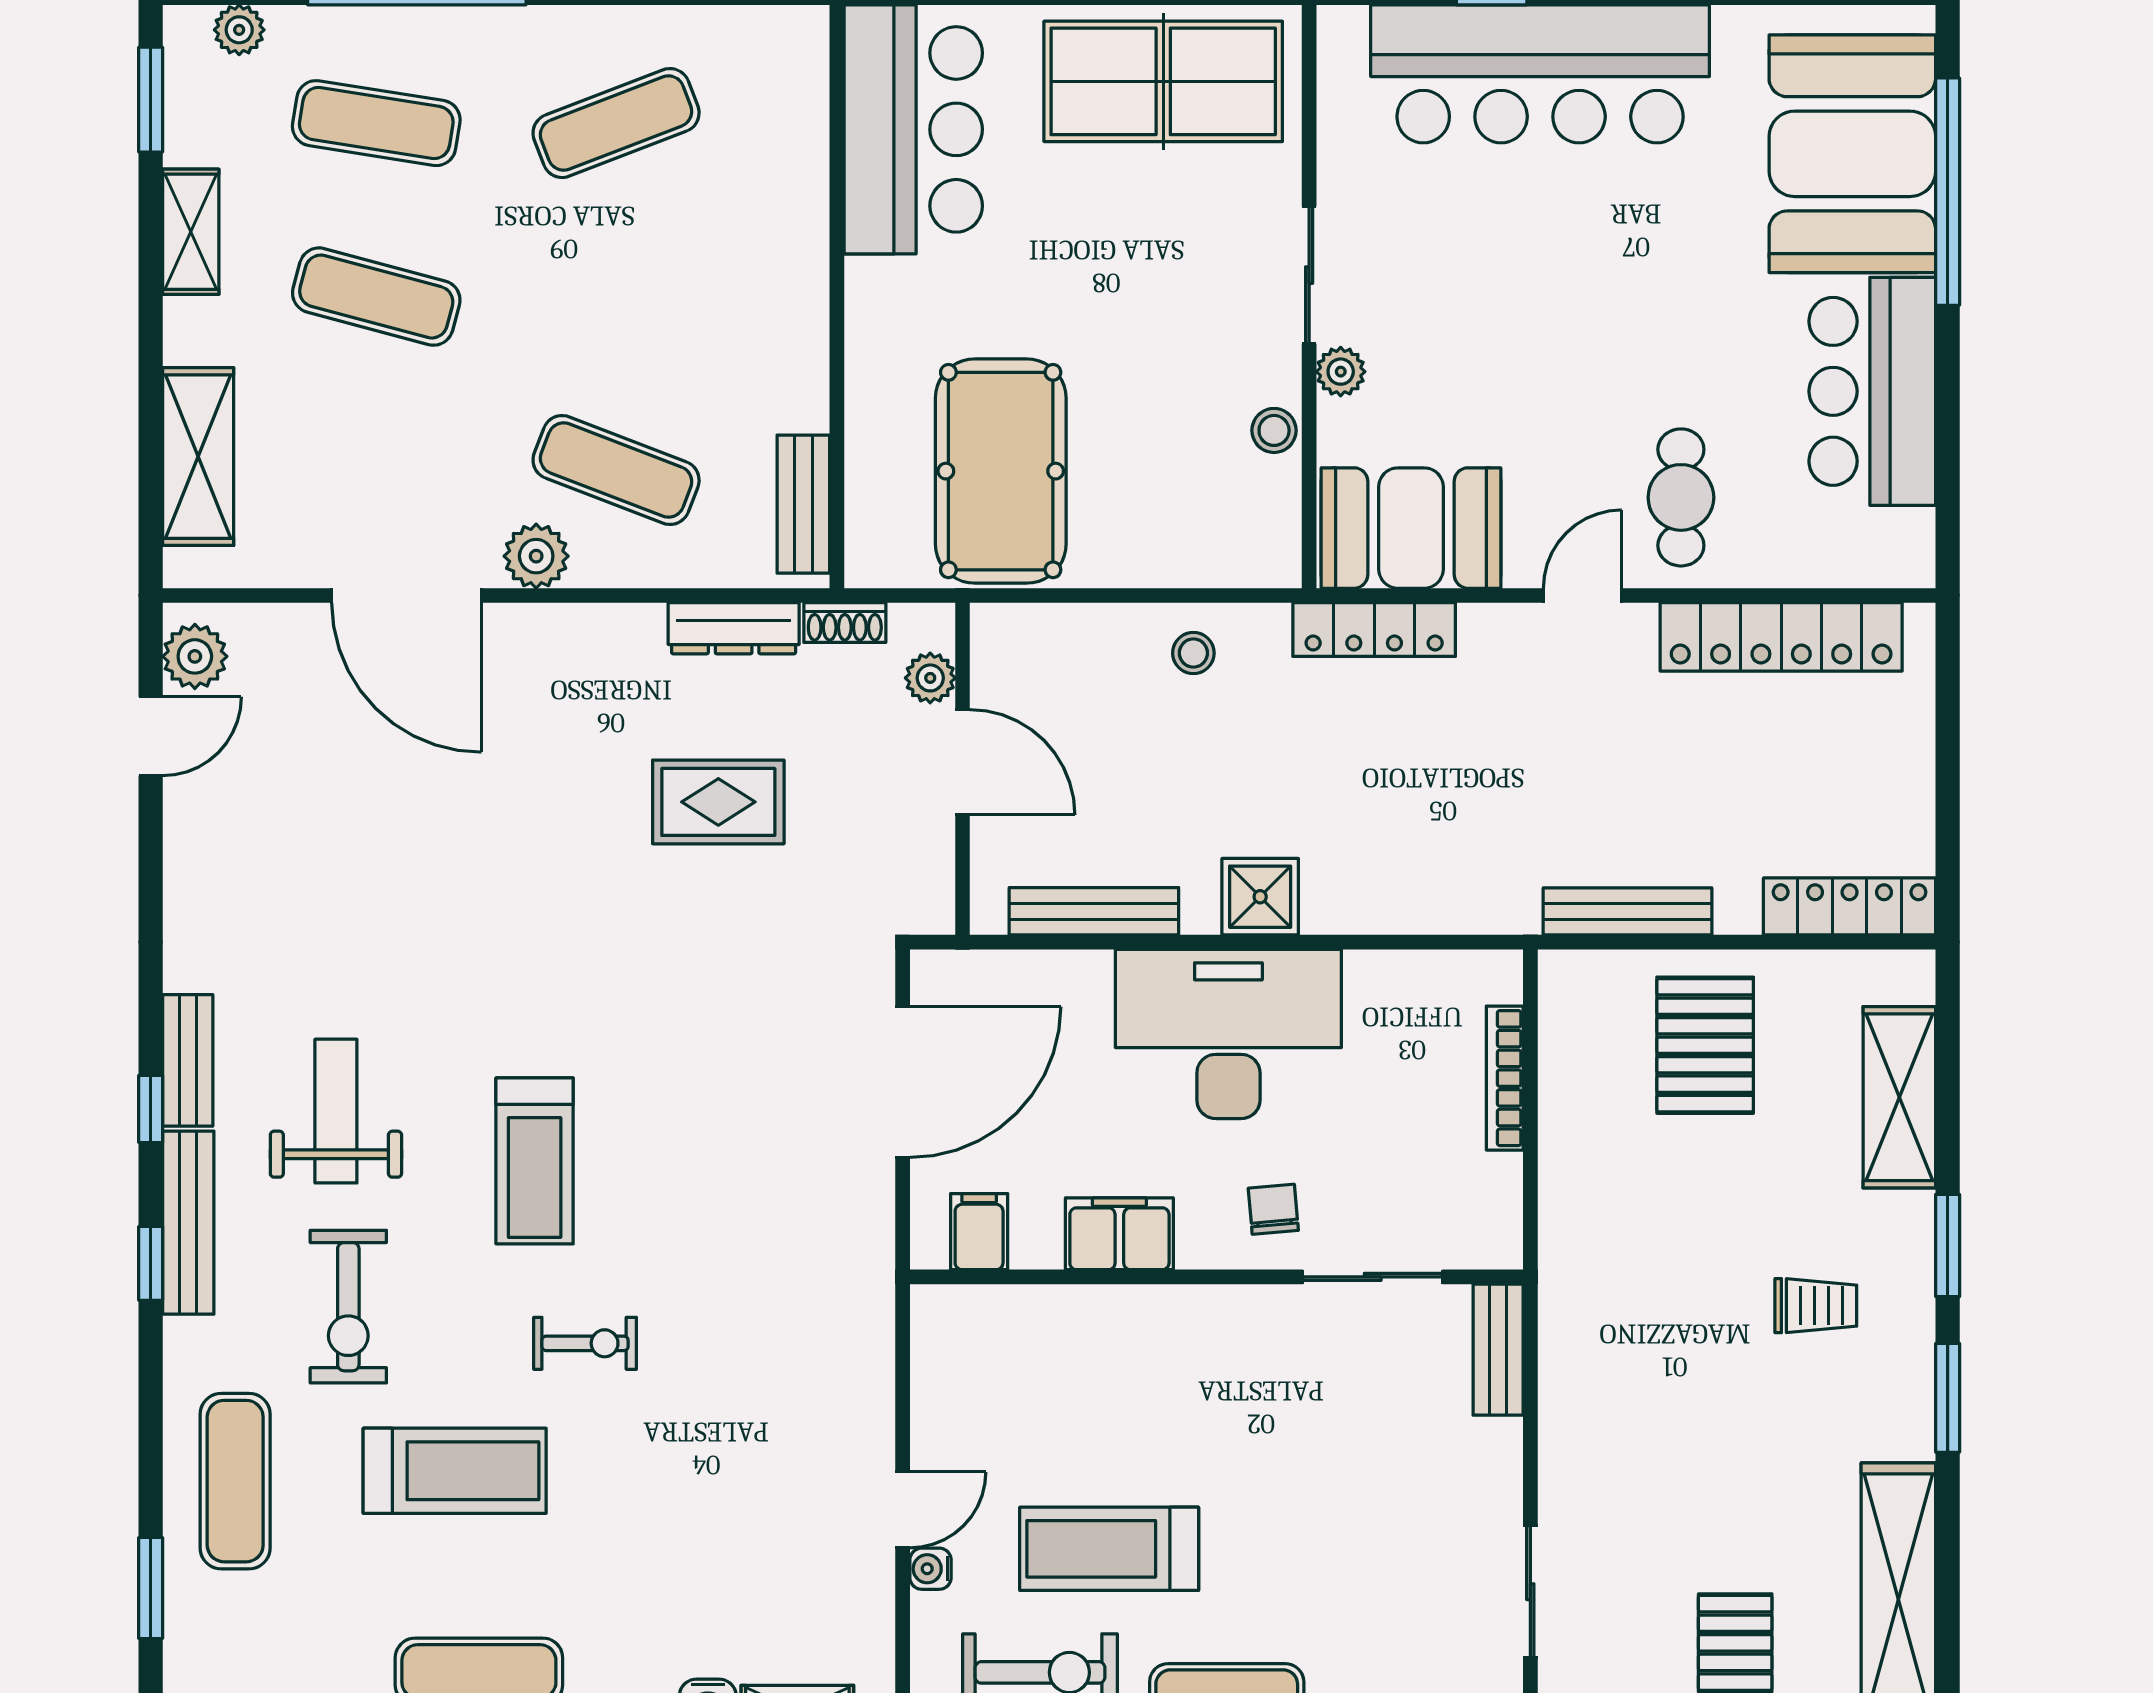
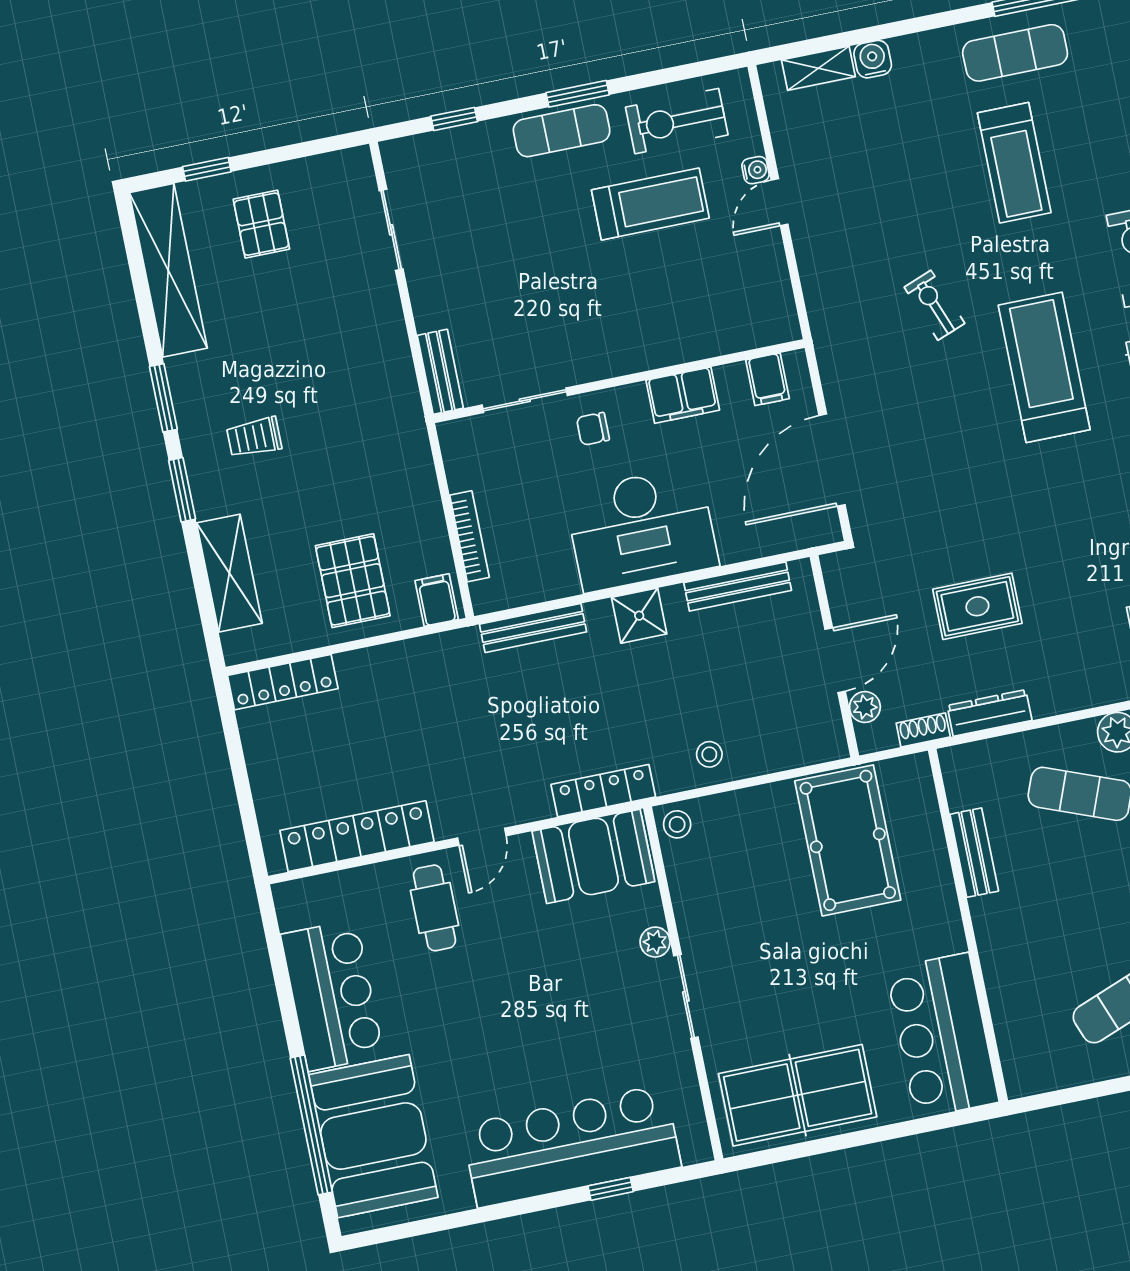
stool: (1274, 430) -> (677, 824), moved
bench: (803, 504) -> (974, 853), moved
door: (962, 762) -> (835, 660), swing flipped
bench: (1627, 911) -> (533, 628), moved
filing cabinet: (1578, 987) -> (437, 600), added
treadmill: (535, 1161) -> (1044, 367), width x1.37, depth x1.38
chair: (1273, 1209) -> (593, 429), turned 95
exercise bike: (585, 1343) -> (934, 305), moved, turned 69
treadmill: (455, 1471) -> (1014, 163), moved, turned -90

